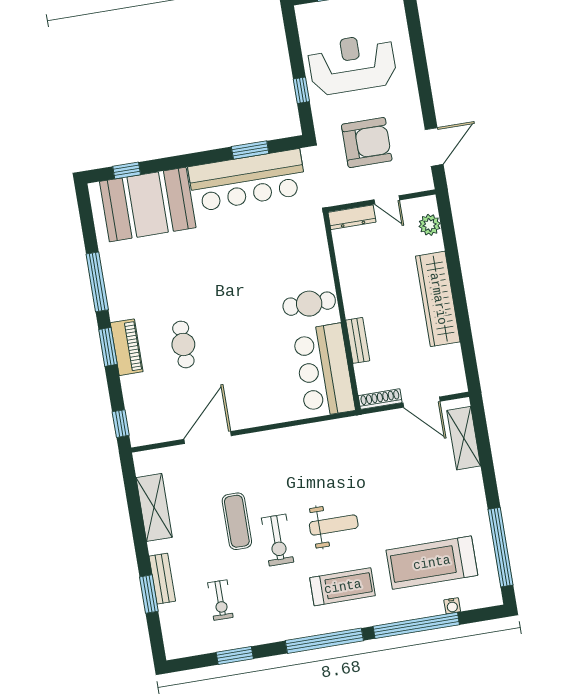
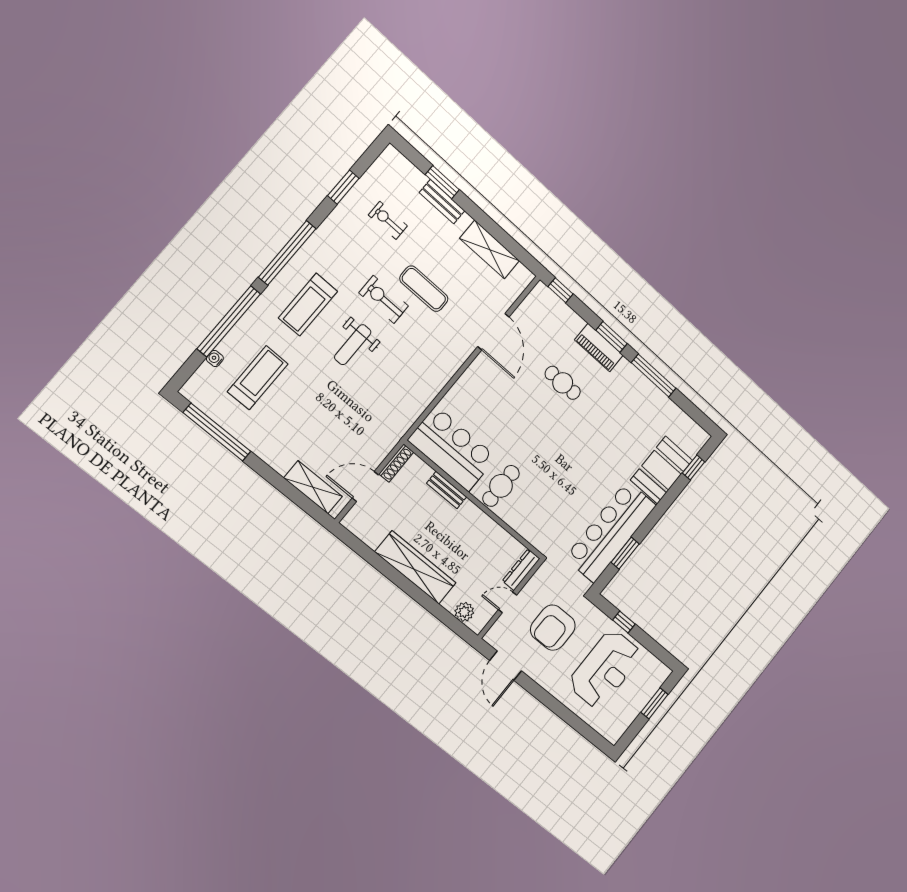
booth: (148, 205) -> (662, 470), width x0.73, depth x0.70
treadmill: (432, 563) -> (258, 378), width x0.73, depth x0.73

